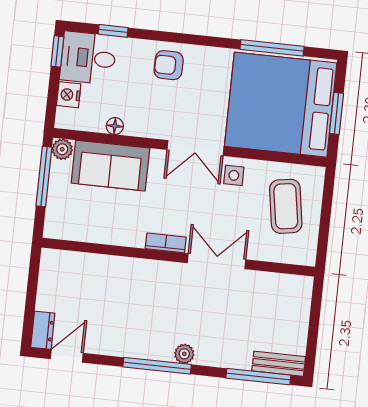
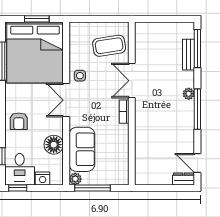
floor lamp: (115, 126) -> (54, 145), width x1.89, depth x1.89
double door: (196, 148) -> (66, 100), swing flipped
coffee table: (286, 206) -> (109, 46), moved
bench: (279, 364) -> (189, 55), moved

